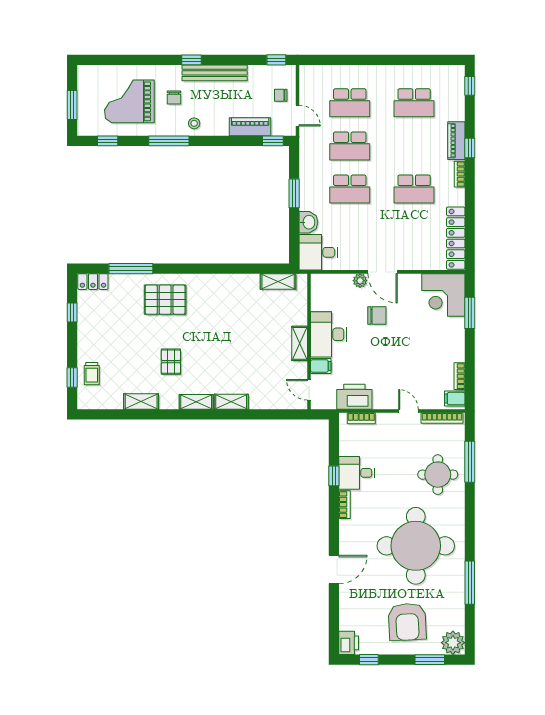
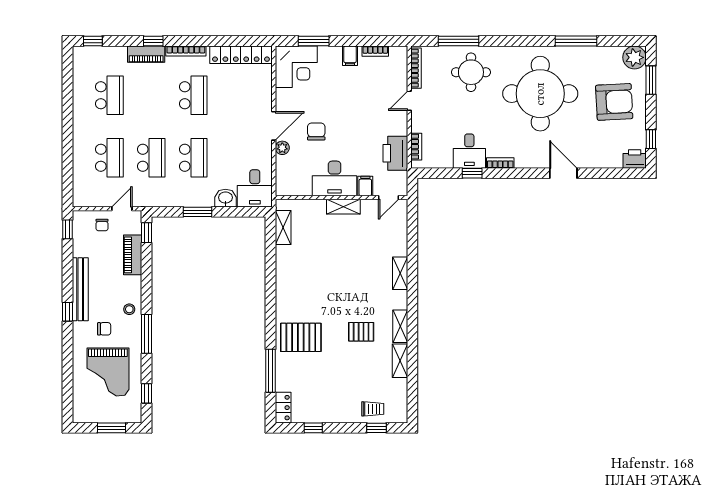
bookcase: (460, 174) -> (186, 51), width x1.56
pallet: (165, 300) -> (301, 337), turned 90
filing cabinet: (455, 399) -> (350, 56), moved
shelving: (196, 402) -> (400, 326), moved

